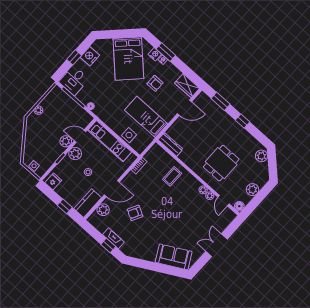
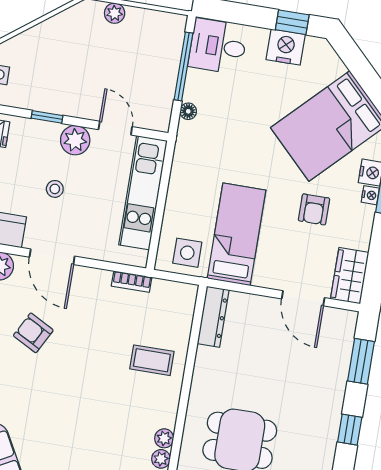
window: (74, 57) -> (292, 22), moved
side table: (129, 135) -> (187, 253), moved
plant: (66, 141) -> (88, 106), removed

